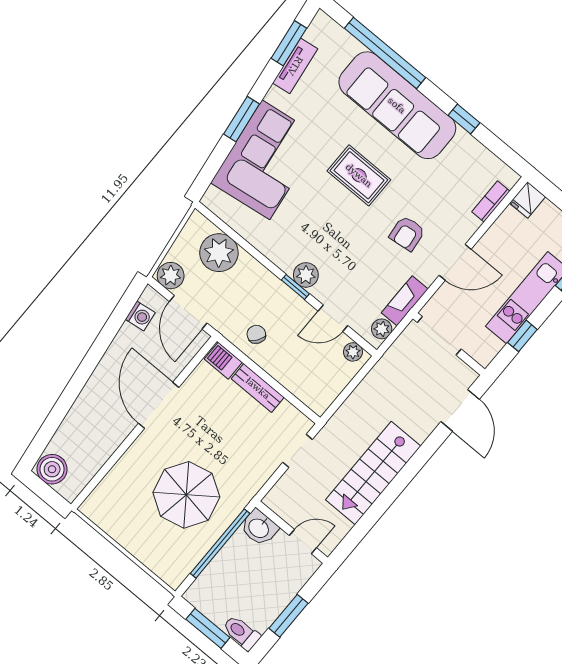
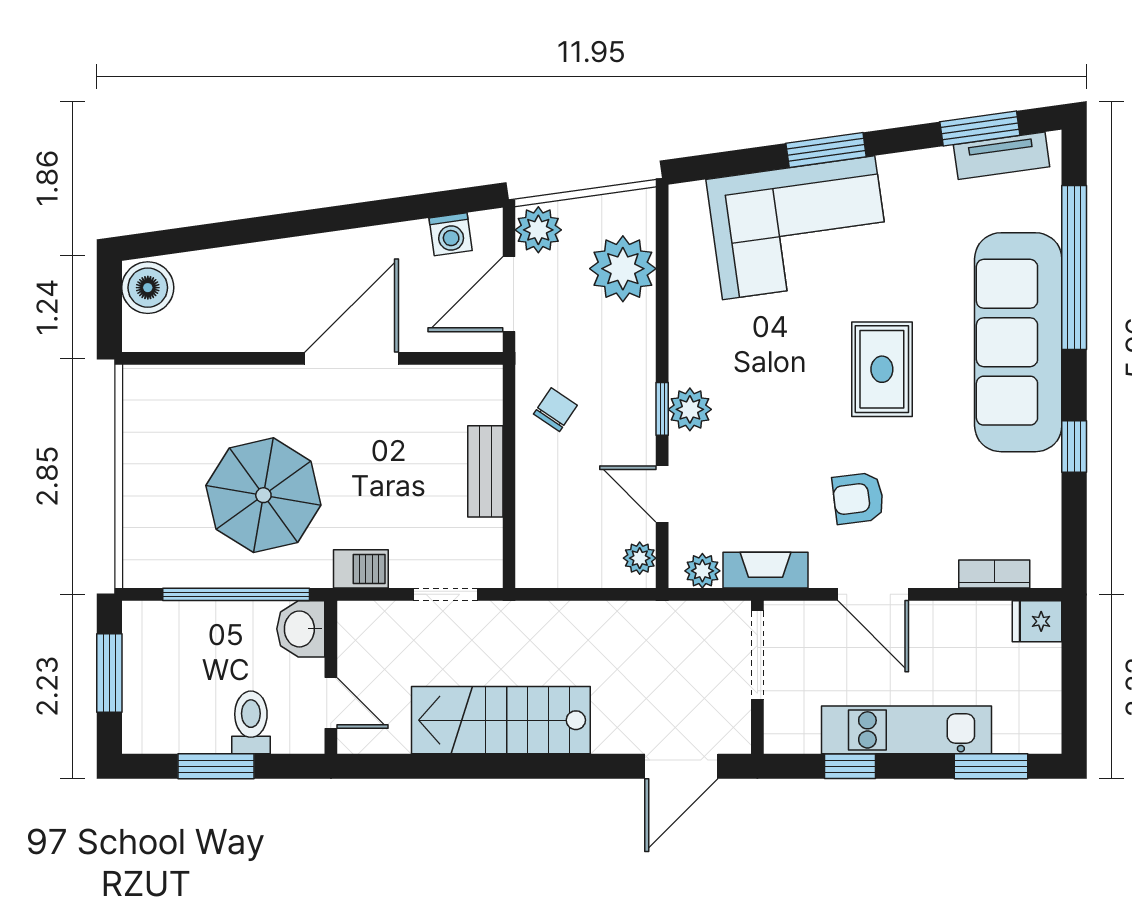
tv unit: (295, 66) -> (1002, 156), moved
barbecue: (223, 361) -> (361, 569), moved, turned 90
toilet: (241, 633) -> (251, 722), moved

